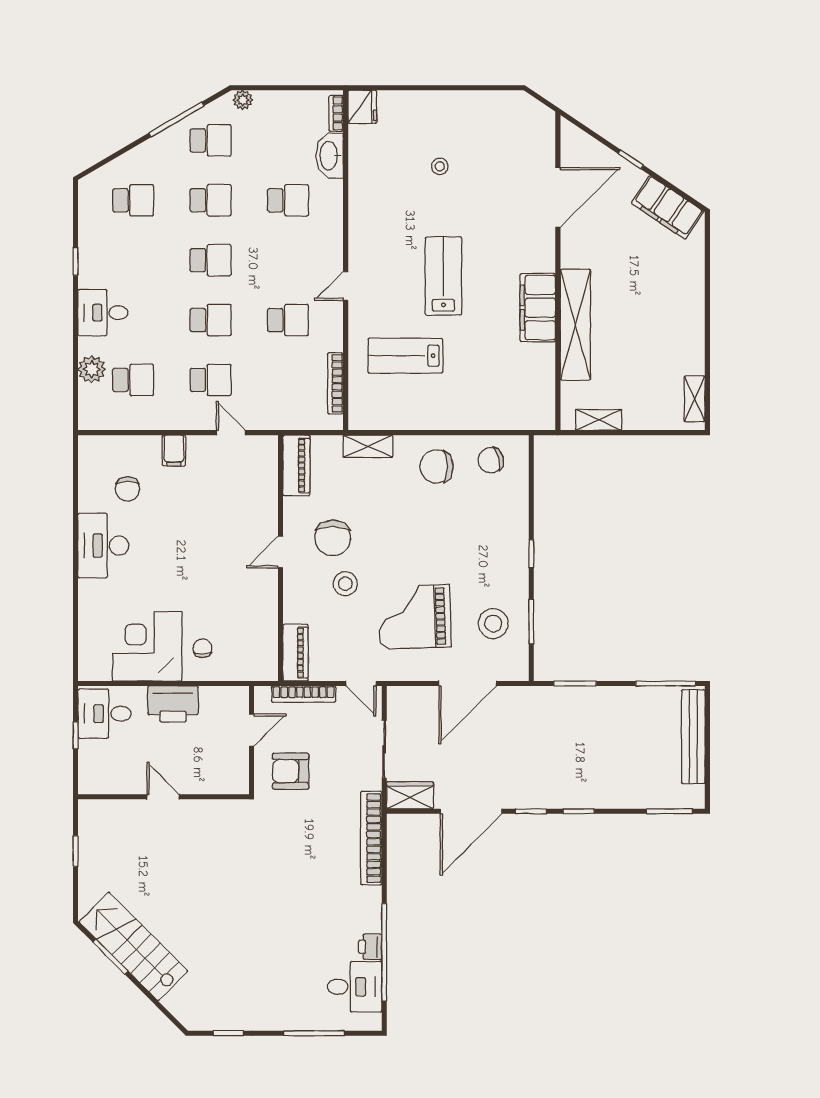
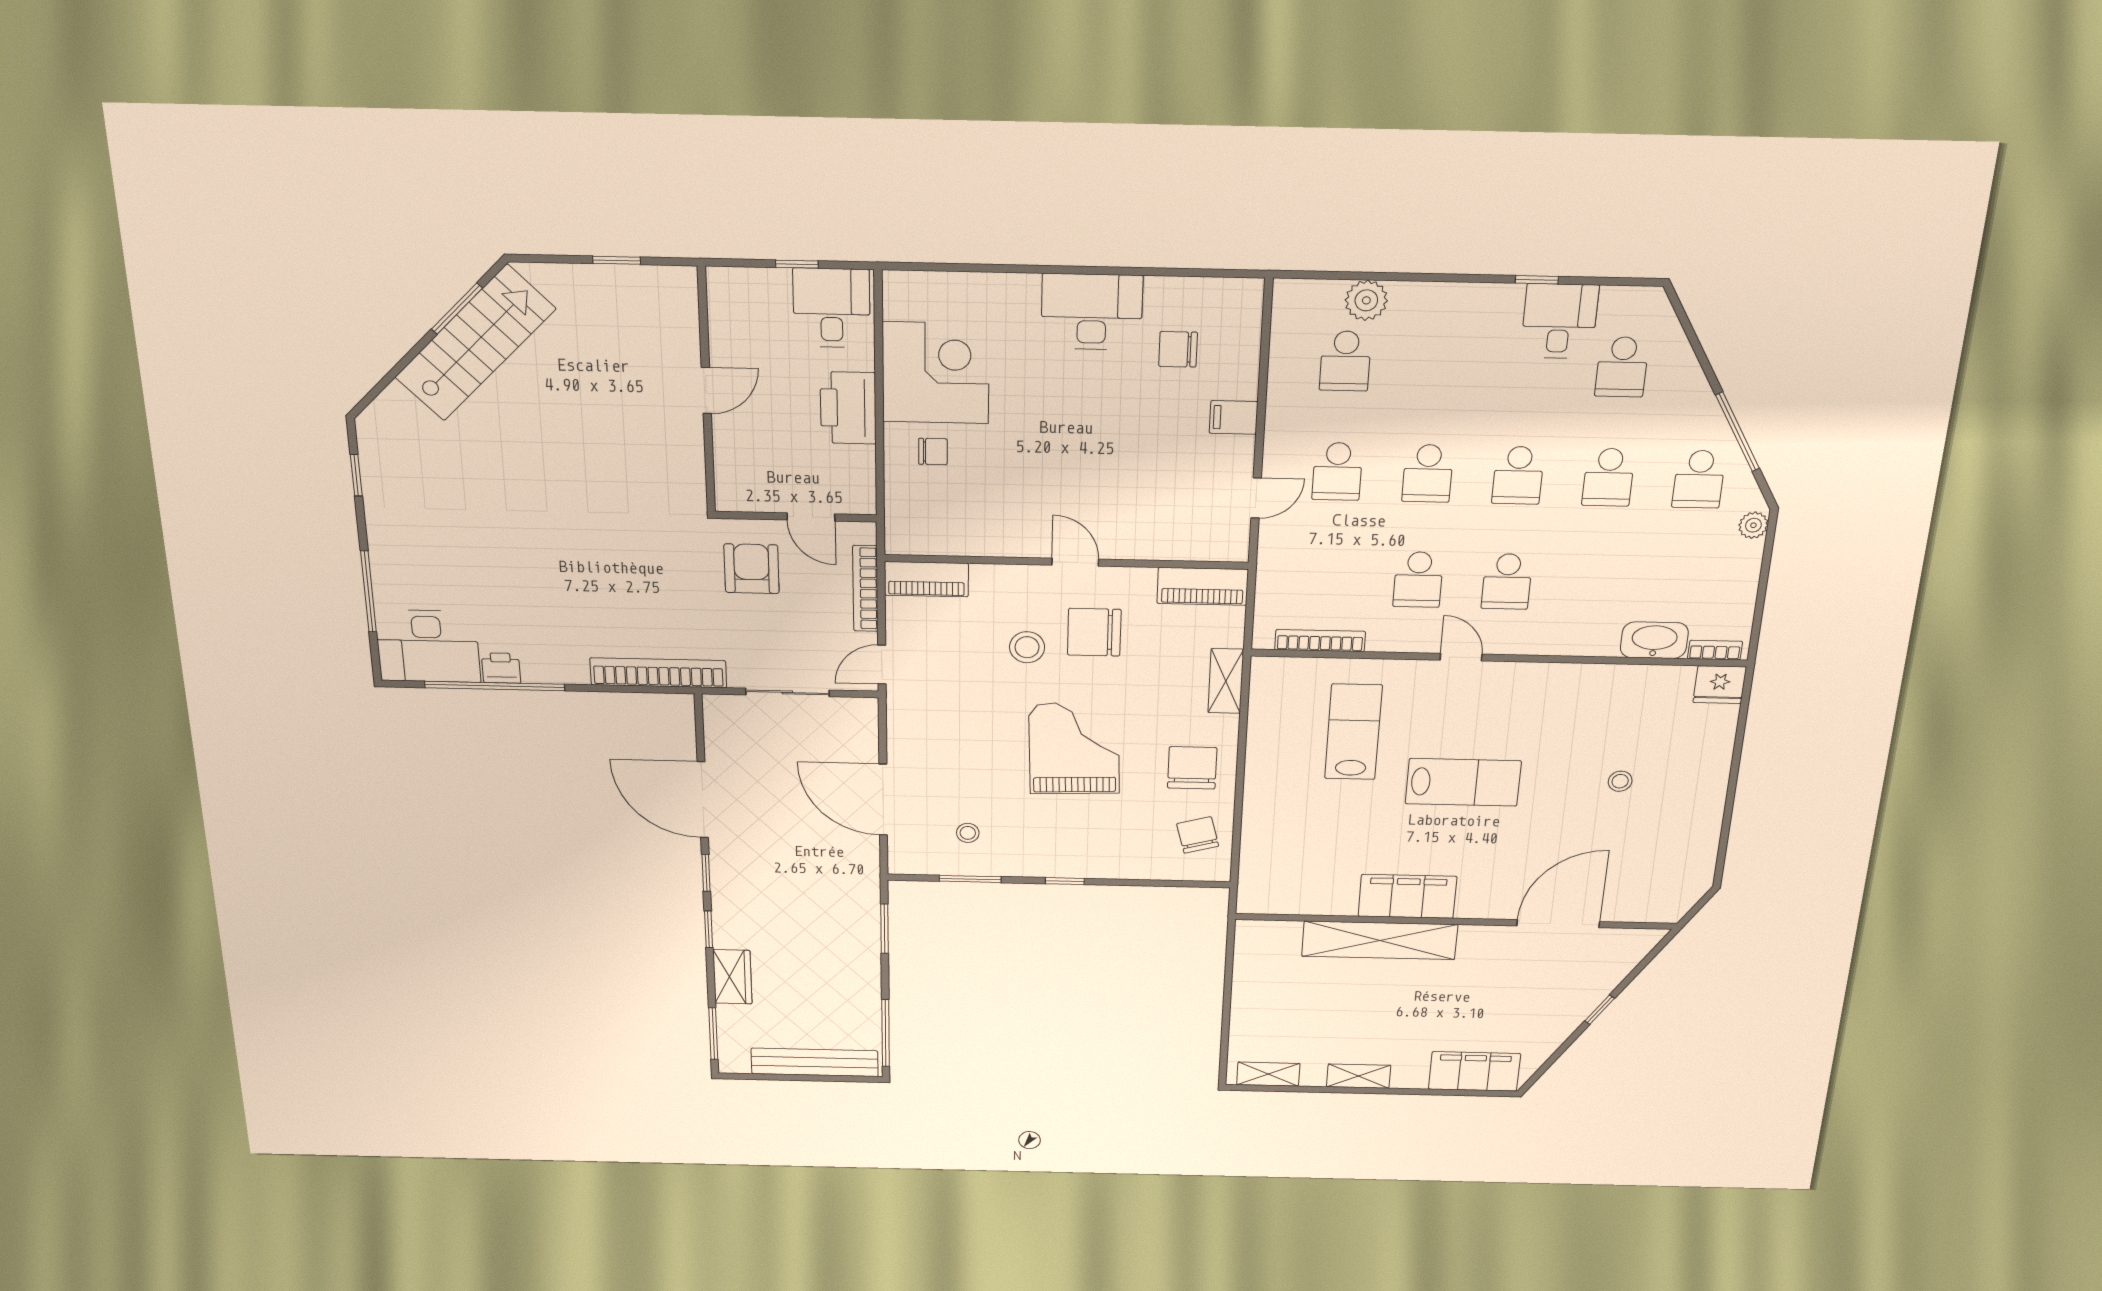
door: (558, 197) -> (1558, 924), swing flipped
school desk: (288, 200) -> (1507, 582), moved
filing cabinet: (667, 207) -> (1474, 1071), moved, turned 56
desk: (103, 313) -> (1559, 321), moved
shelving: (599, 420) -> (1359, 1076), moved, turned 90
grand piano: (414, 617) -> (1074, 748), moved
stool: (493, 624) -> (968, 833), width x0.53, depth x0.53
wardrobe: (410, 795) -> (732, 977), moved
desk: (355, 987) -> (428, 646), width x1.37

